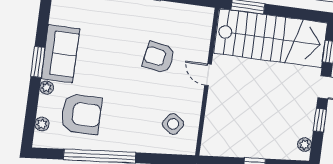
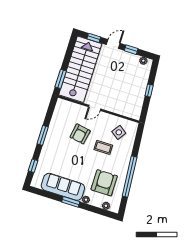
sofa: (60, 54) -> (63, 187), width x1.36
coffee table: (142, 102) -> (103, 147), added

